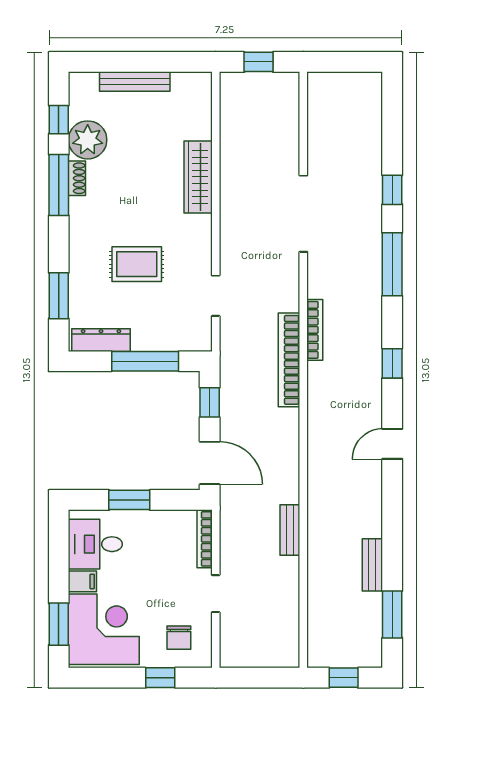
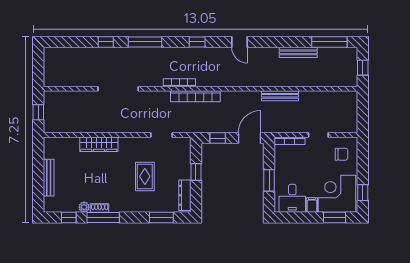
plant: (88, 140) -> (84, 207), width x0.53, depth x0.53
window: (145, 361) -> (196, 172), width x0.46
bench: (290, 530) -> (280, 96), width x1.36
bench: (372, 565) -> (298, 52), width x1.36
window: (392, 614) -> (329, 42), width x1.44
window: (160, 678) -> (363, 193), moved

